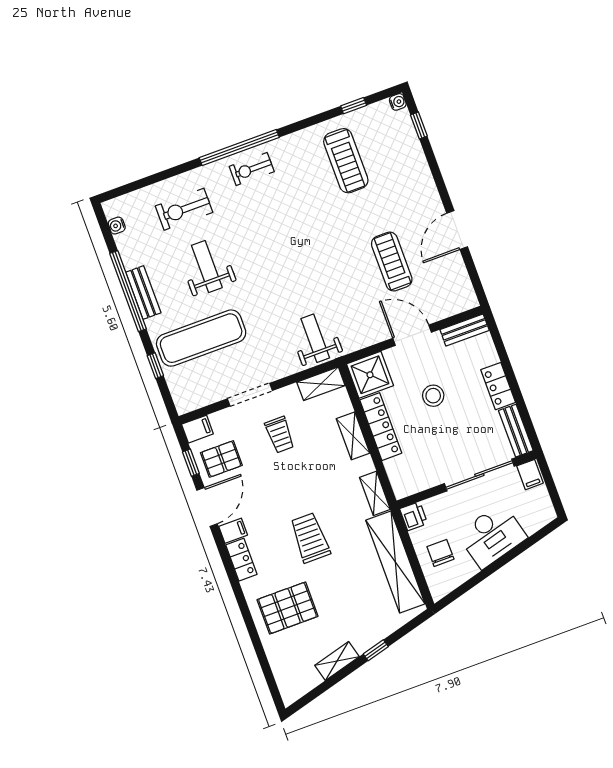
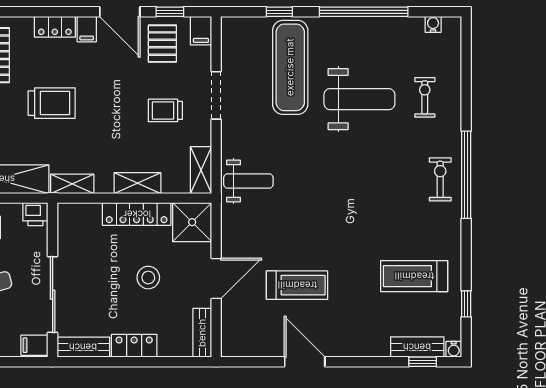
exercise bike: (184, 209) -> (425, 97), width x0.73, depth x0.72
weight bench: (207, 267) -> (359, 99), width x1.36, depth x1.33
bench: (143, 292) -> (417, 347), moved

